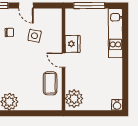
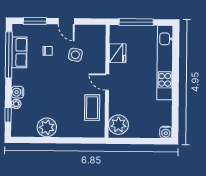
kitchen unit: (115, 33) -> (165, 63), width x1.36
fridge: (73, 44) -> (118, 53), moved

